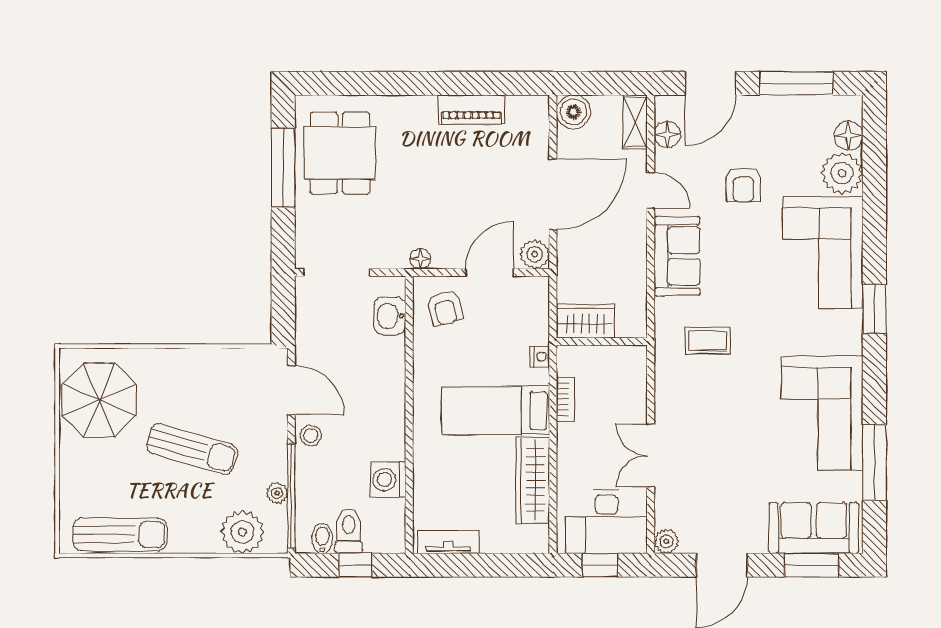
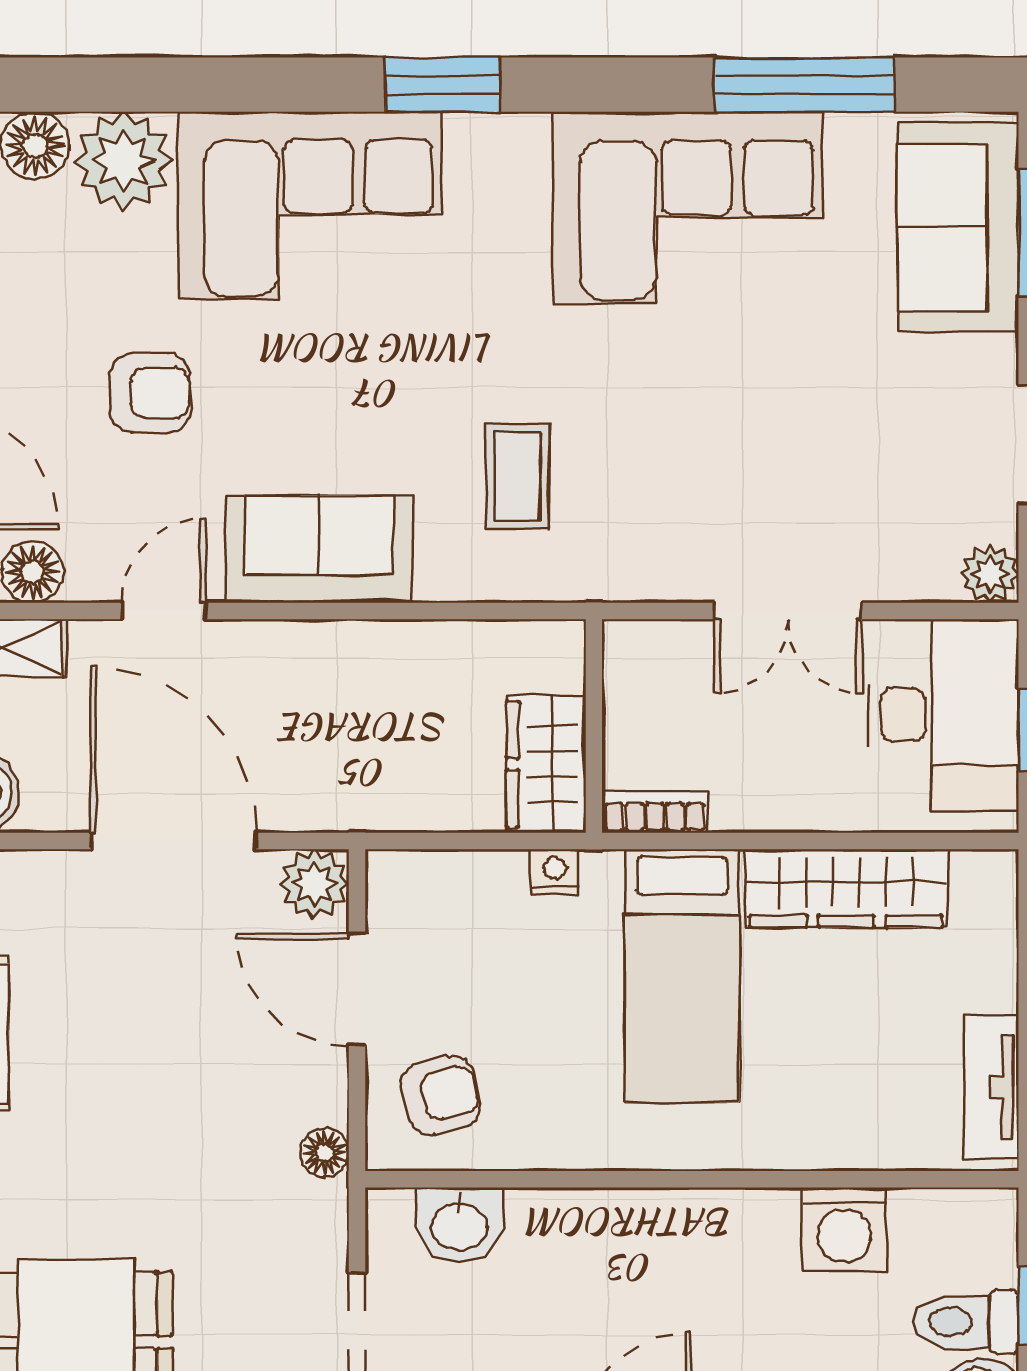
wardrobe: (586, 321) -> (546, 764), moved
wall: (602, 342) -> (594, 726), moved

